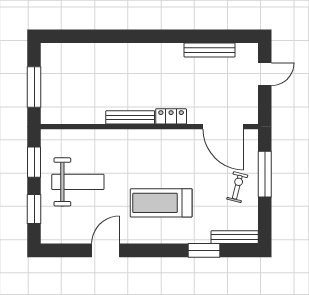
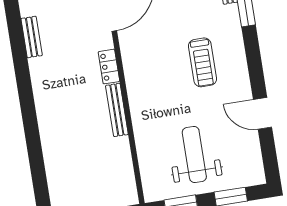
bench: (210, 50) -> (32, 37), width x0.73
treadmill: (161, 203) -> (202, 62), width x0.73, depth x0.73

